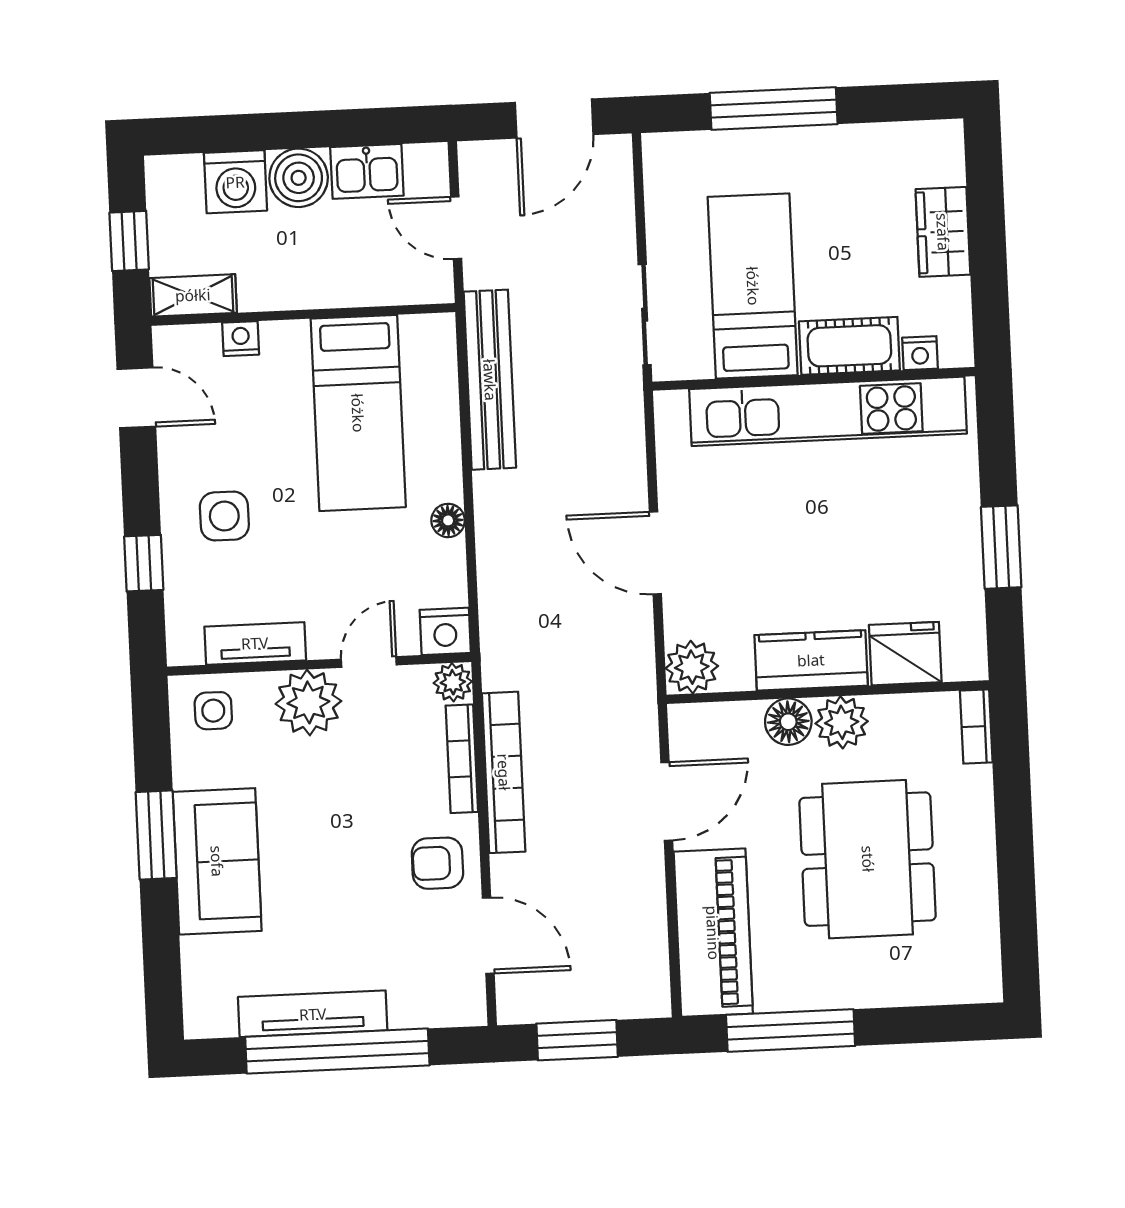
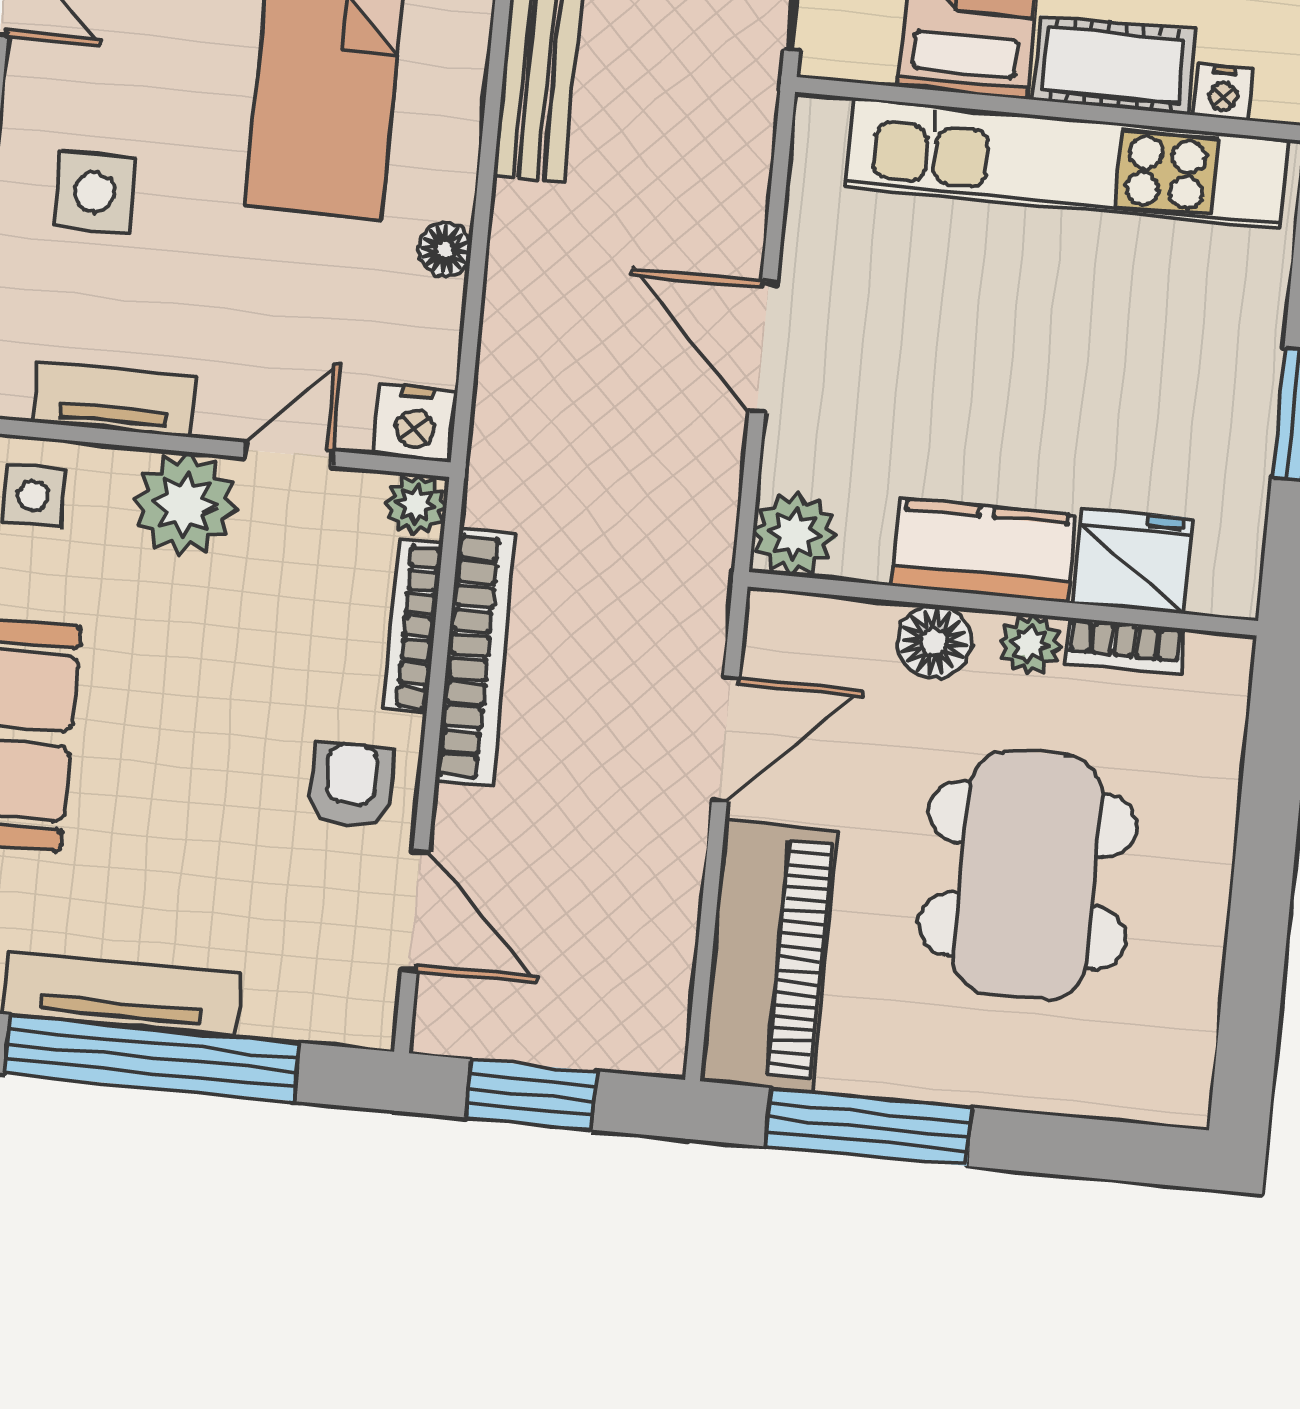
plant: (842, 722) -> (1030, 644), width x0.73, depth x0.73
bookcase: (976, 726) -> (1125, 646), moved, turned -90
armchair: (437, 863) -> (352, 785), turned 90

